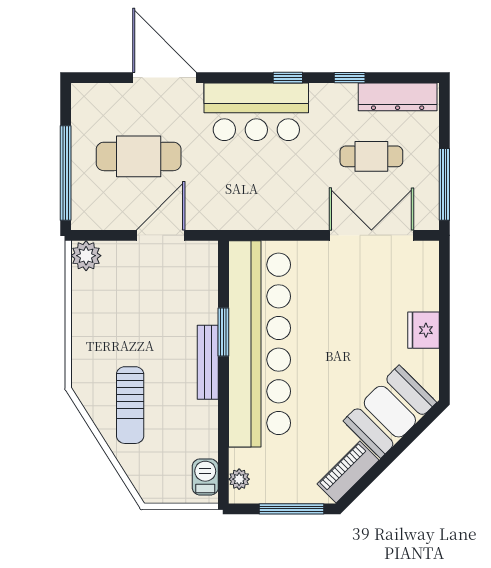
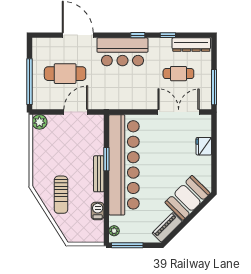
fridge: (423, 330) -> (204, 146), moved
barbecue: (205, 477) -> (98, 211), moved
window: (292, 509) -> (127, 245), moved

